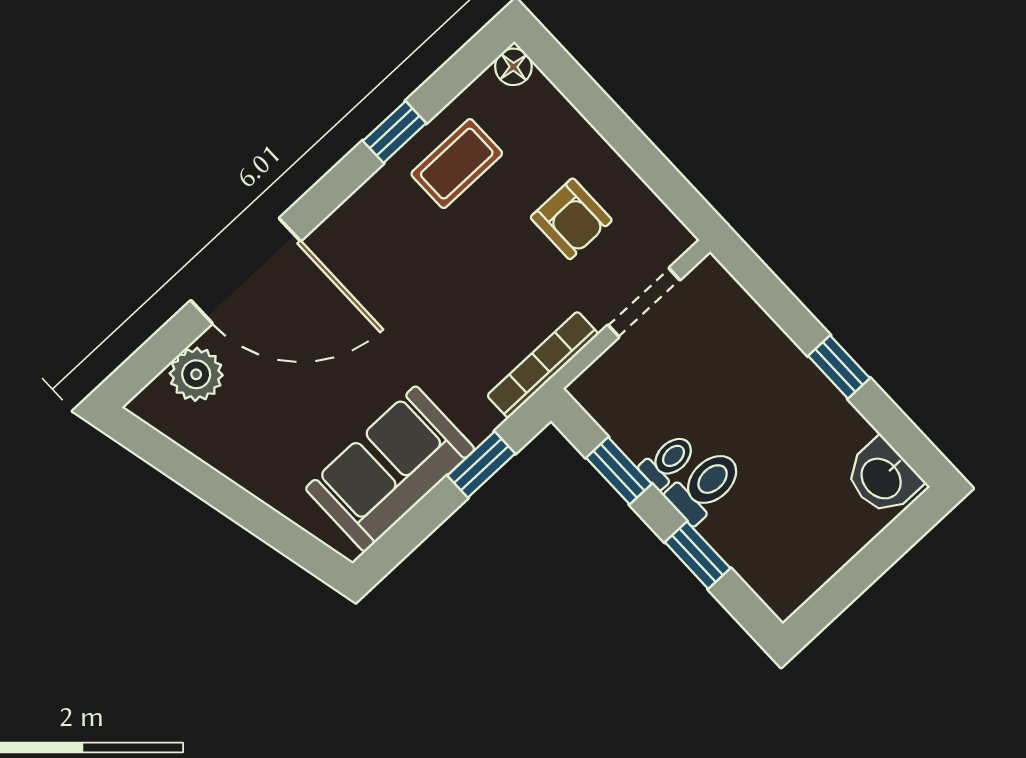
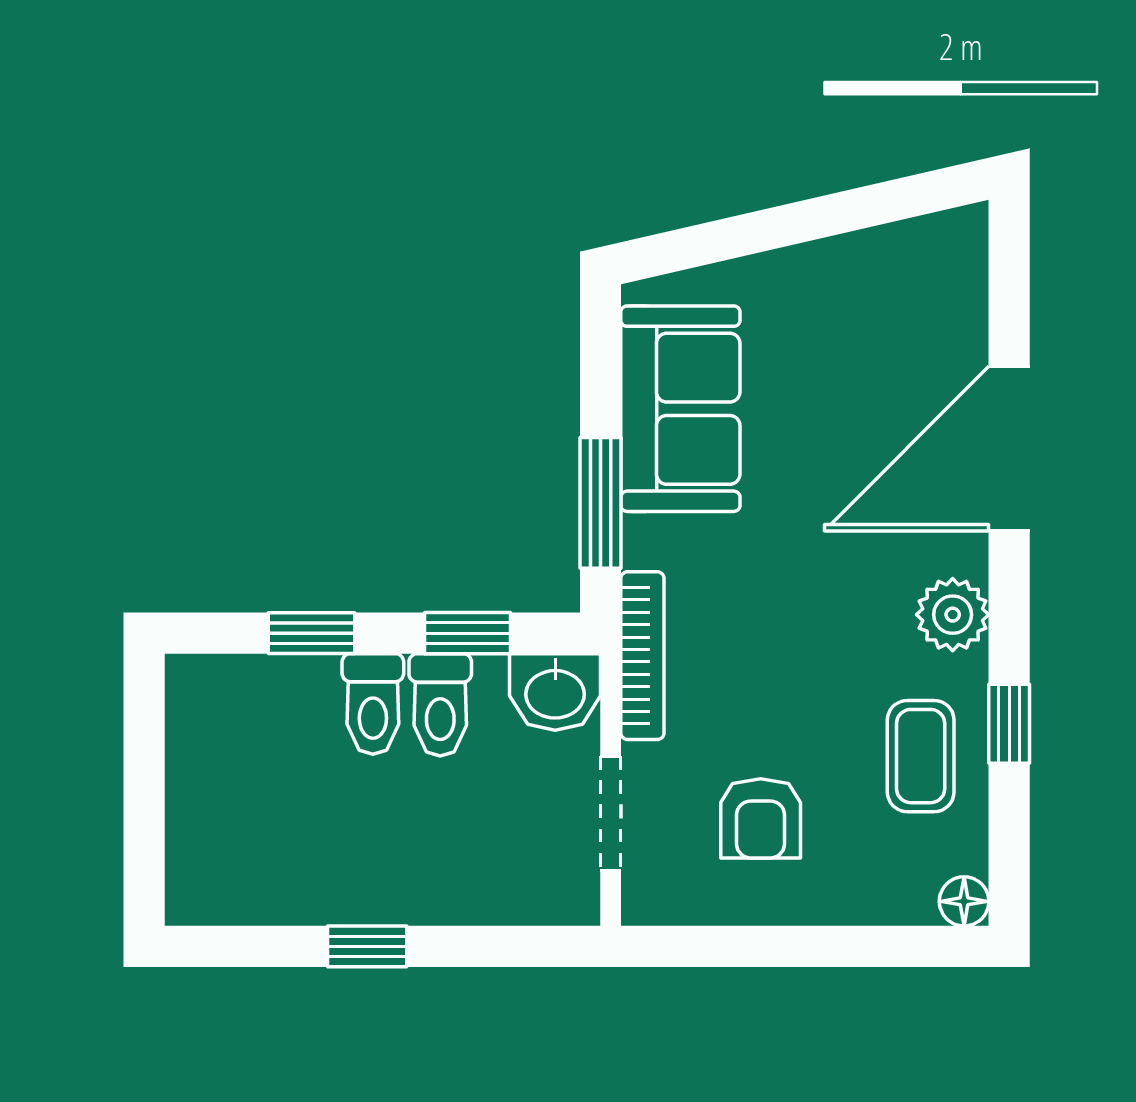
armchair: (571, 219) -> (761, 818), turned -90
plant: (196, 374) -> (953, 615), moved
toilet: (668, 461) -> (440, 705), width x1.37, depth x1.39
window: (481, 465) -> (600, 503), width x1.50
washbasin: (882, 477) -> (555, 692), moved, turned 180

